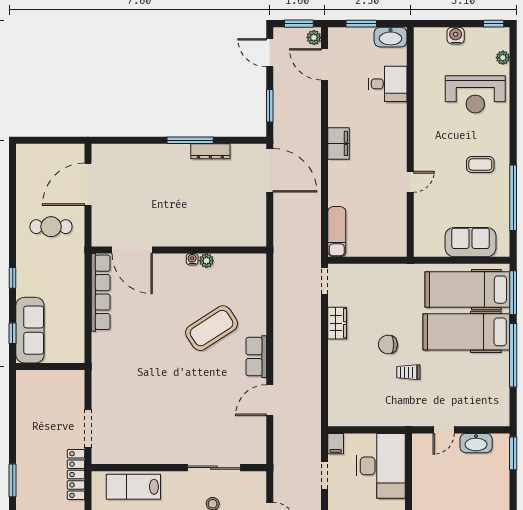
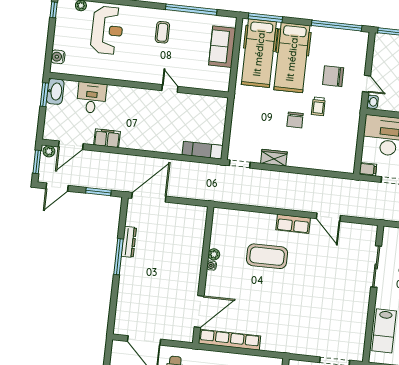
window: (361, 24) -> (44, 95), moved
water cooler: (456, 36) -> (58, 57), moved
filing cabinet: (339, 143) -> (107, 138), moved
coffee table: (212, 328) -> (267, 256), turned -57
window: (513, 355) -> (337, 26), moved
chair: (449, 387) -> (333, 76), added
washbasin: (476, 443) -> (373, 102), moved, width x0.52, depth x0.69

